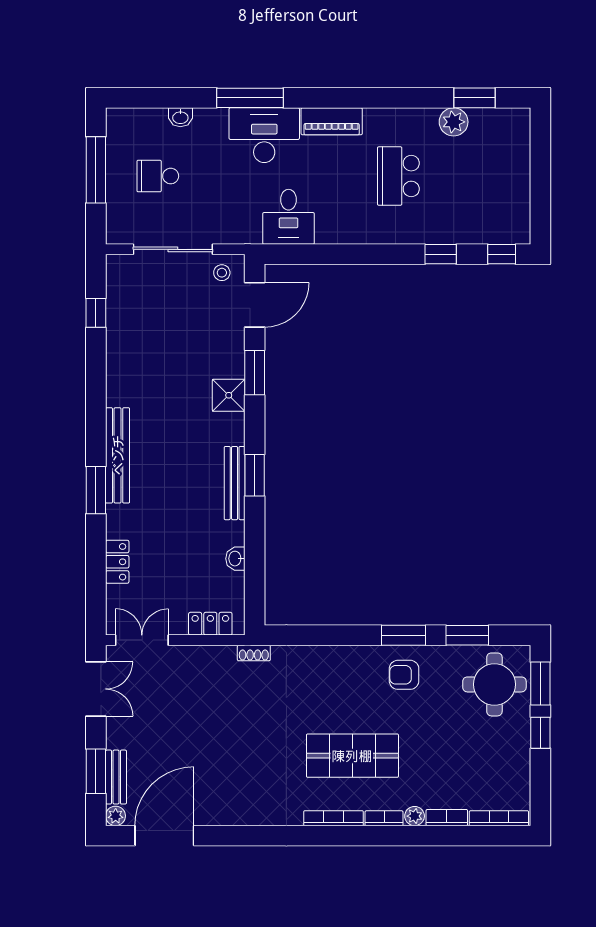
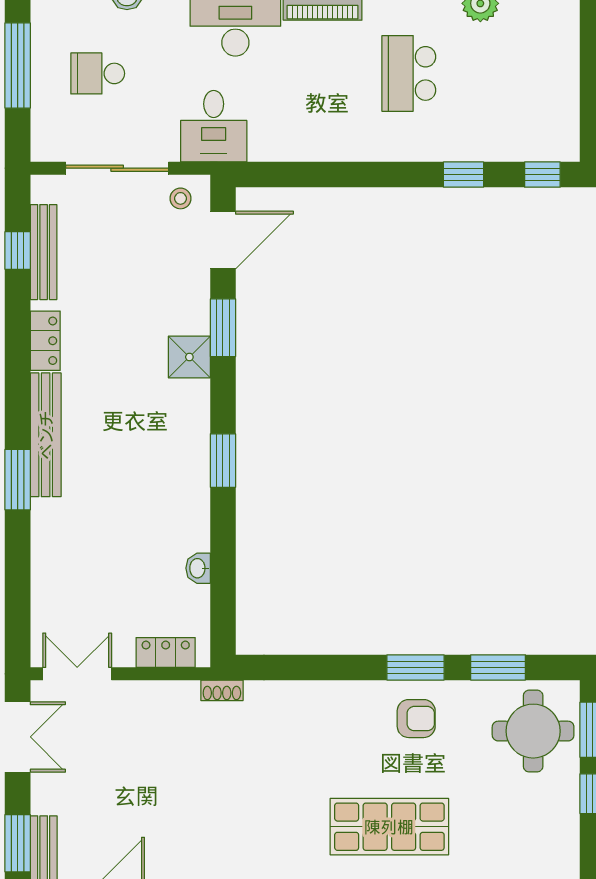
desk: (289, 217) -> (214, 126), moved
bench: (235, 483) -> (44, 252), moved
locker: (117, 562) -> (45, 341), moved
armchair: (404, 675) -> (416, 719), turned 180
shop shelf: (352, 756) -> (389, 827), moved

